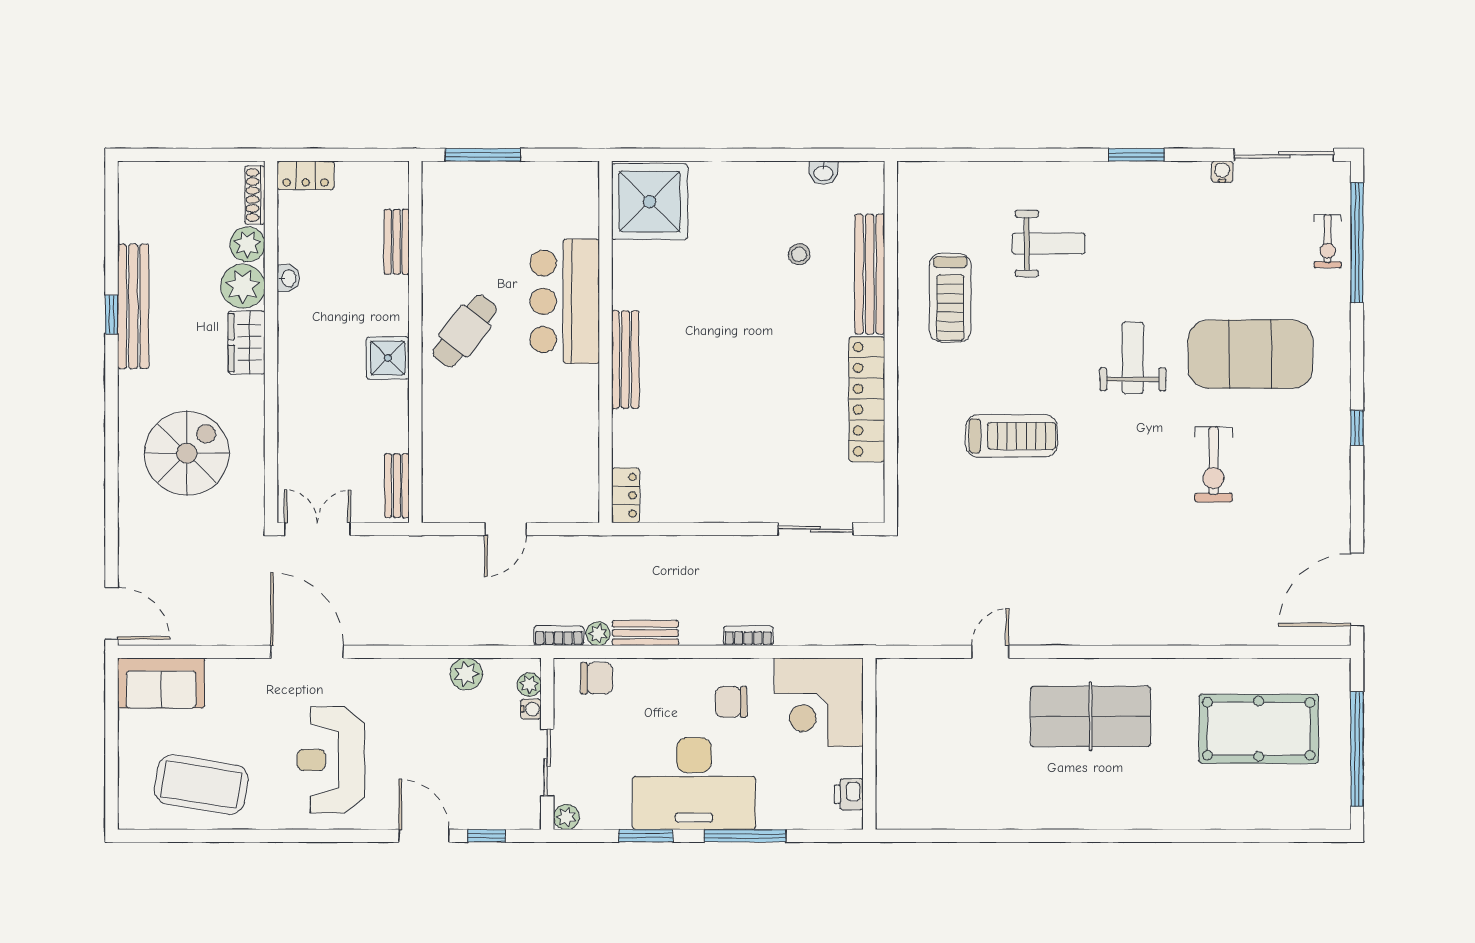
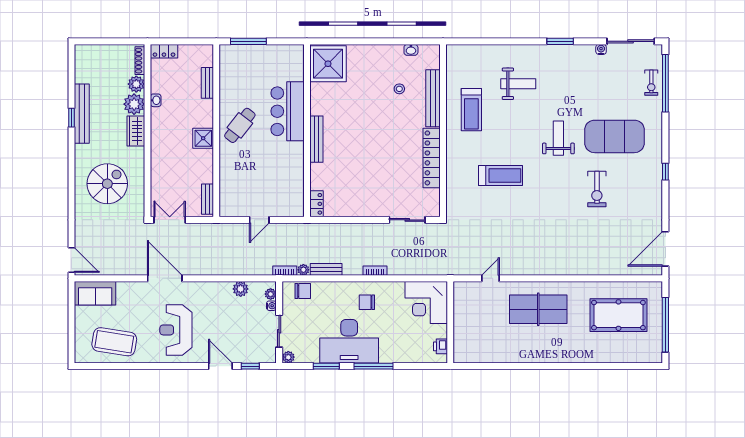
corner desk: (819, 702) -> (426, 302), moved
wall: (869, 744) -> (450, 322), moved
printer: (849, 794) -> (441, 346), moved

